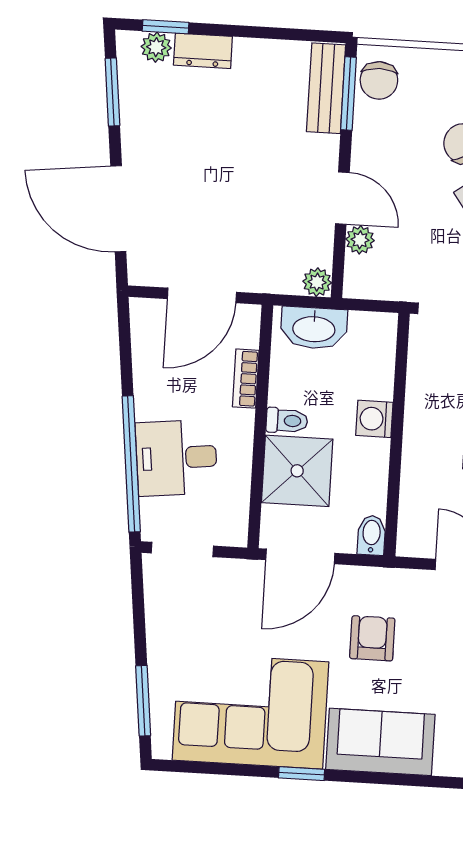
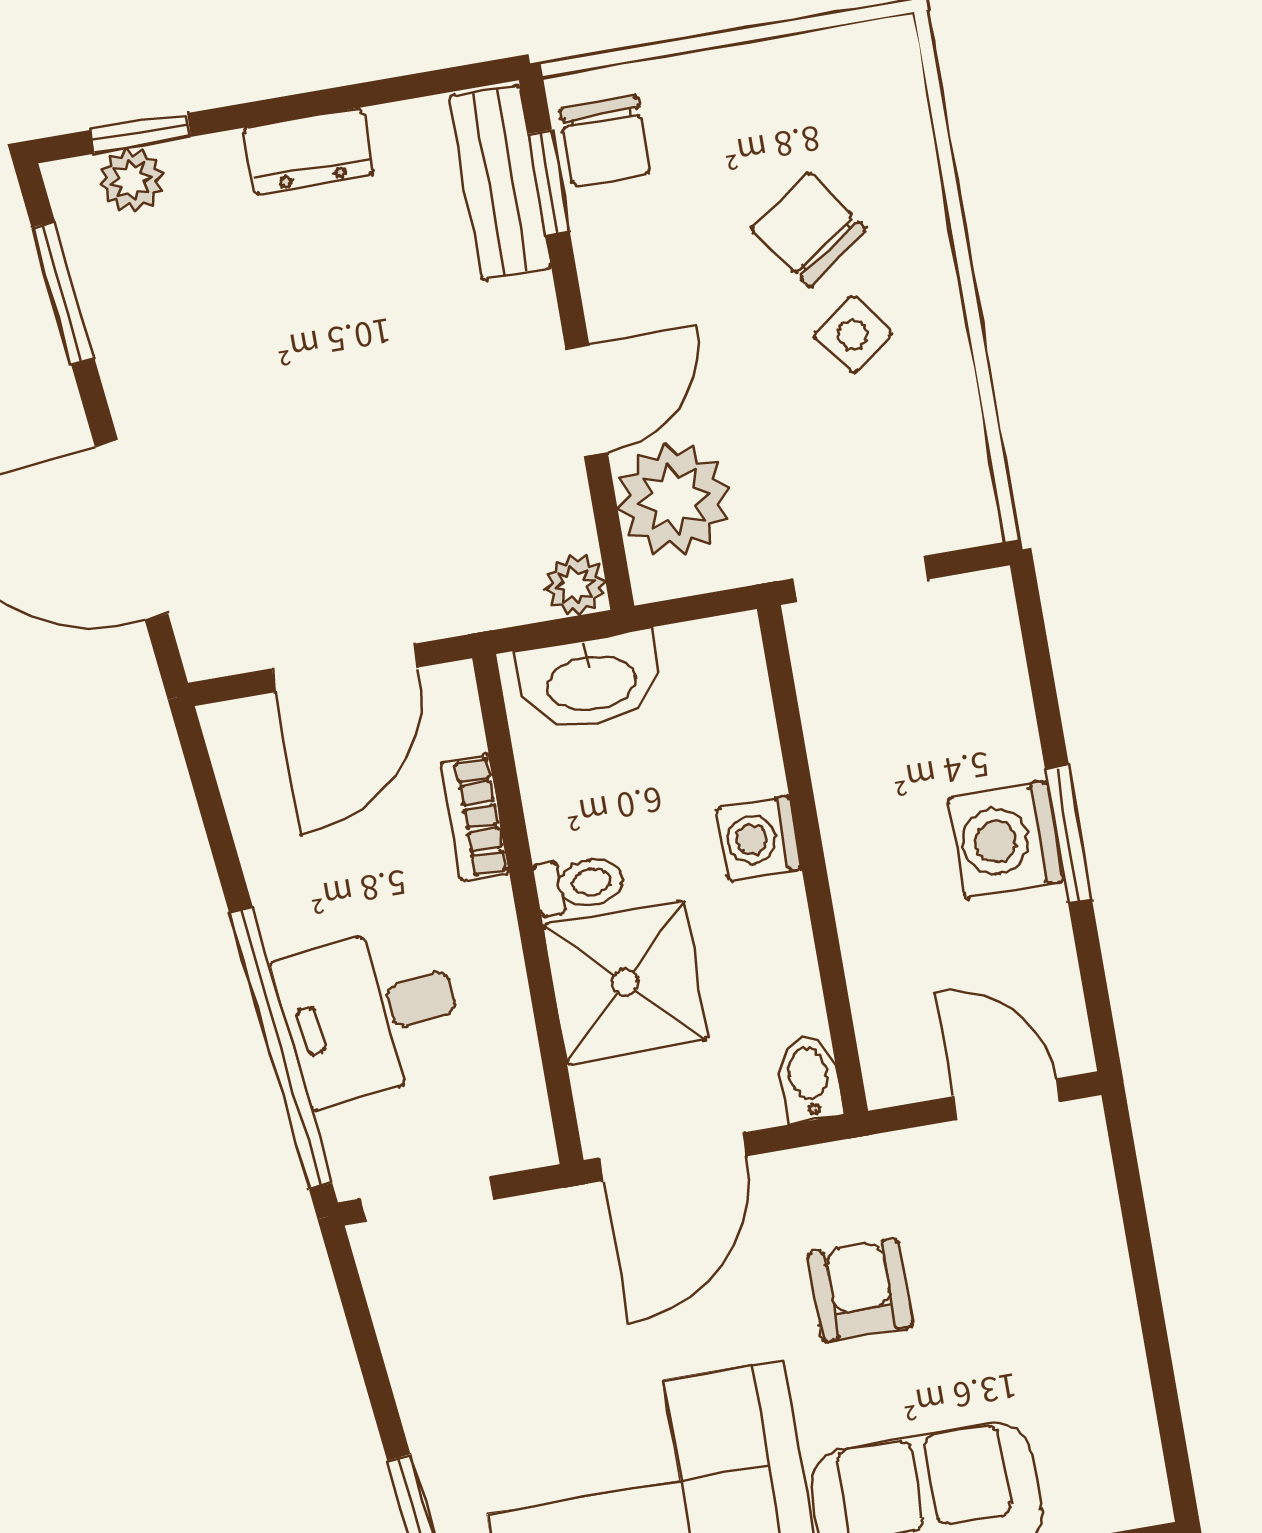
dresser: (203, 51) -> (308, 151), moved
window: (349, 94) -> (549, 182), width x0.67
door: (342, 198) -> (587, 400), hinge flipped
plant: (360, 240) -> (674, 499), width x1.88, depth x1.88

